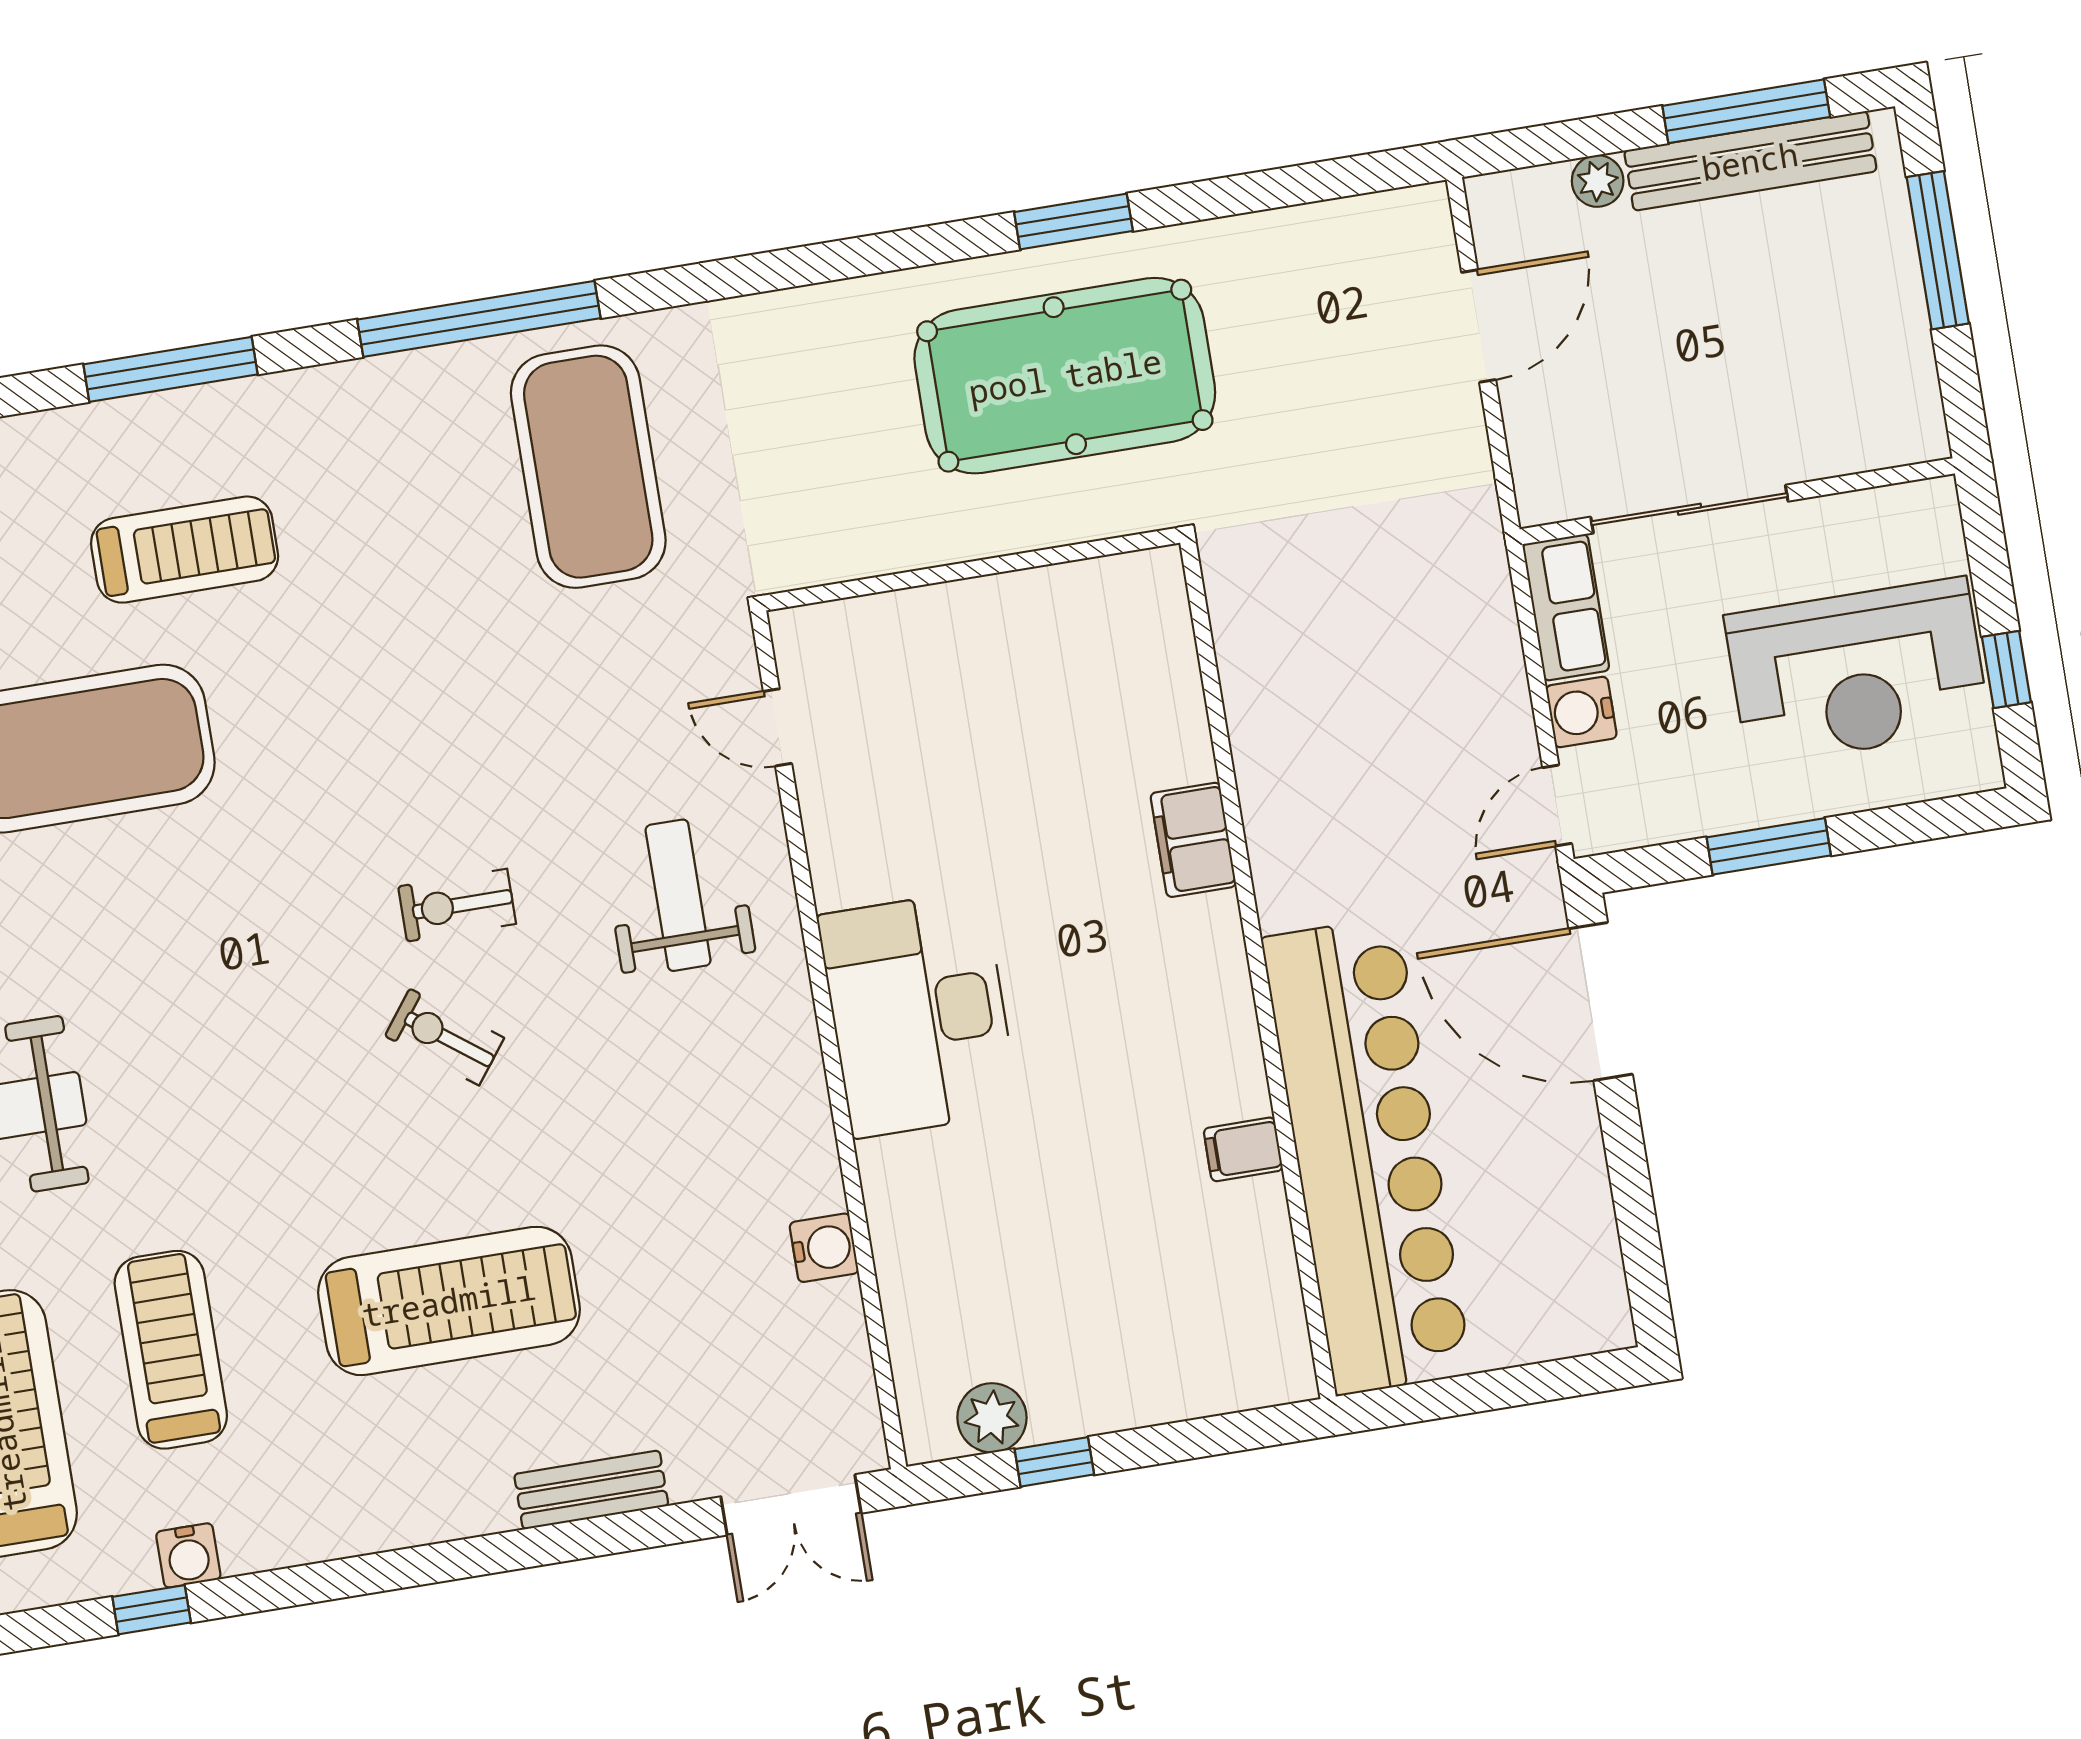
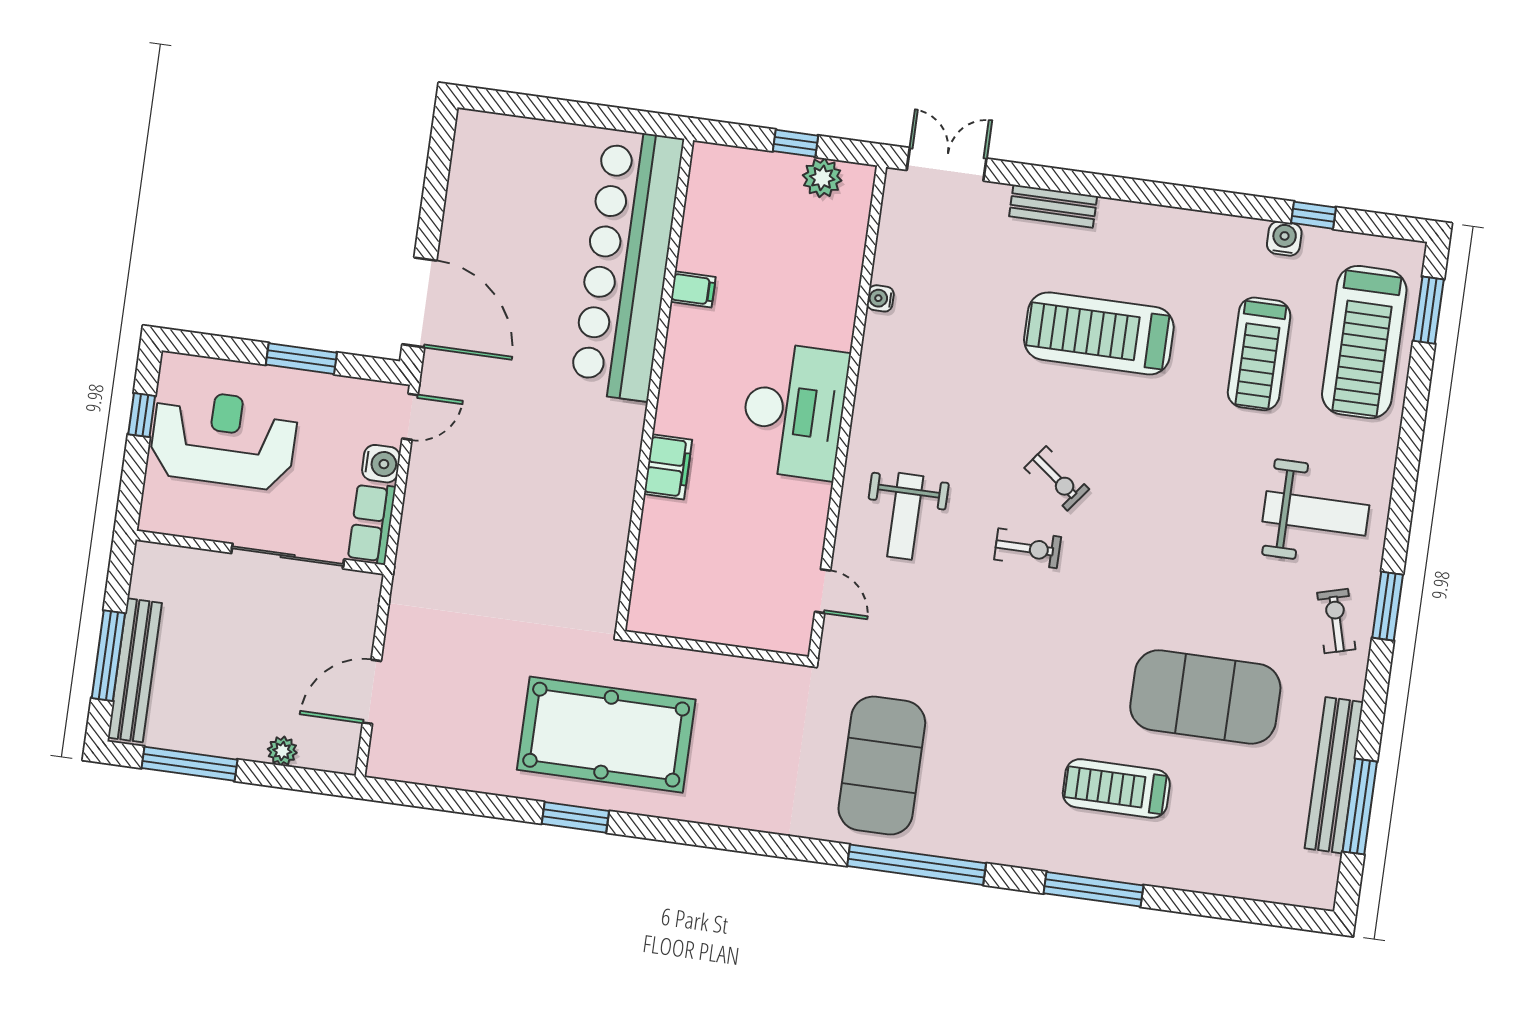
bench: (1750, 161) -> (135, 670), moved, turned 90
filing cabinet: (1193, 840) -> (668, 467), moved
wall: (1258, 970) -> (655, 385), moved
filing cabinet: (1243, 1149) -> (693, 289), moved
bar counter: (1367, 1156) -> (627, 265), moved
water cooler: (824, 1248) -> (880, 298), width x0.72, depth x0.72

